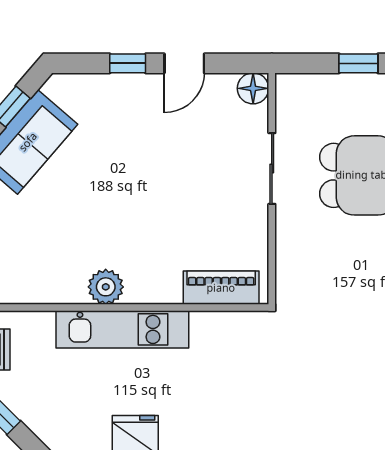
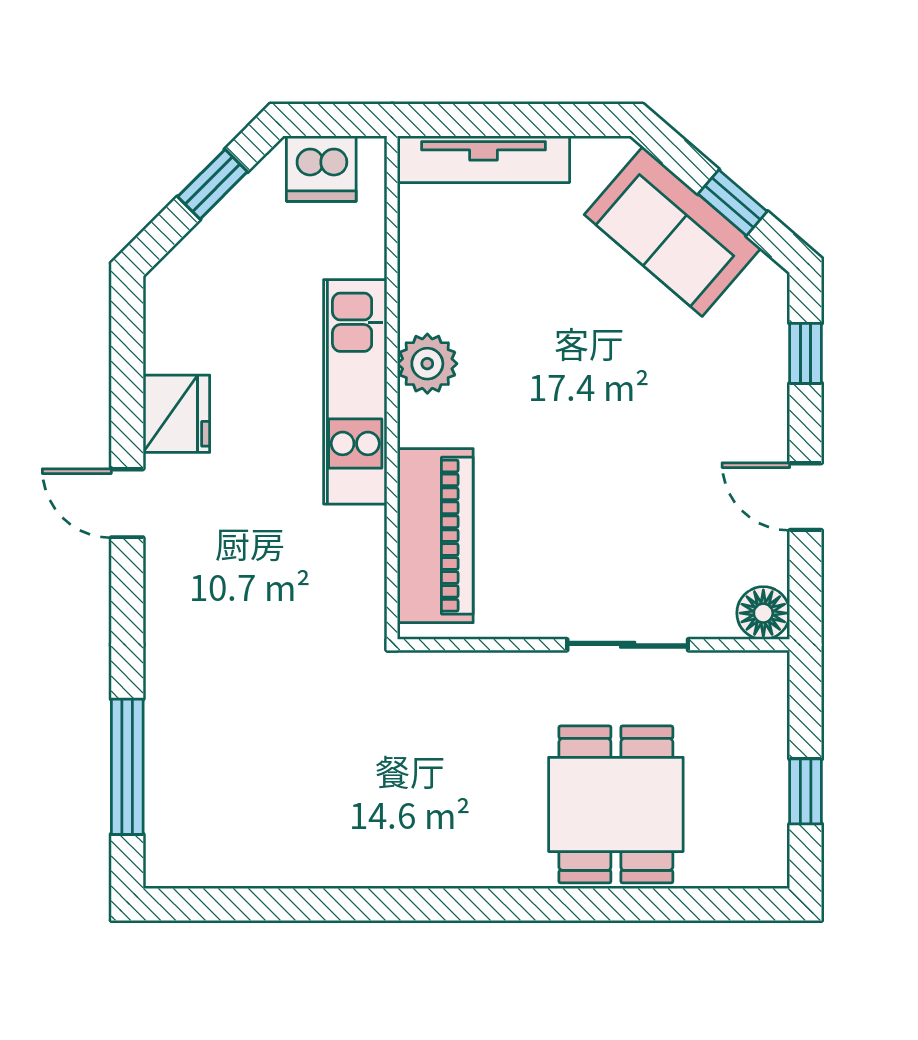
window: (128, 63) -> (806, 353), moved
piano: (221, 288) -> (435, 536), width x1.37, depth x1.33

